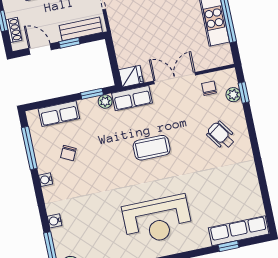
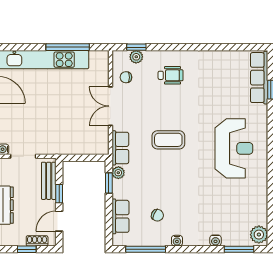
fridge: (131, 76) -> (101, 145), removed
wheelchair: (221, 135) -> (171, 75), turned -145
coffee table: (152, 148) -> (168, 140), turned 90

